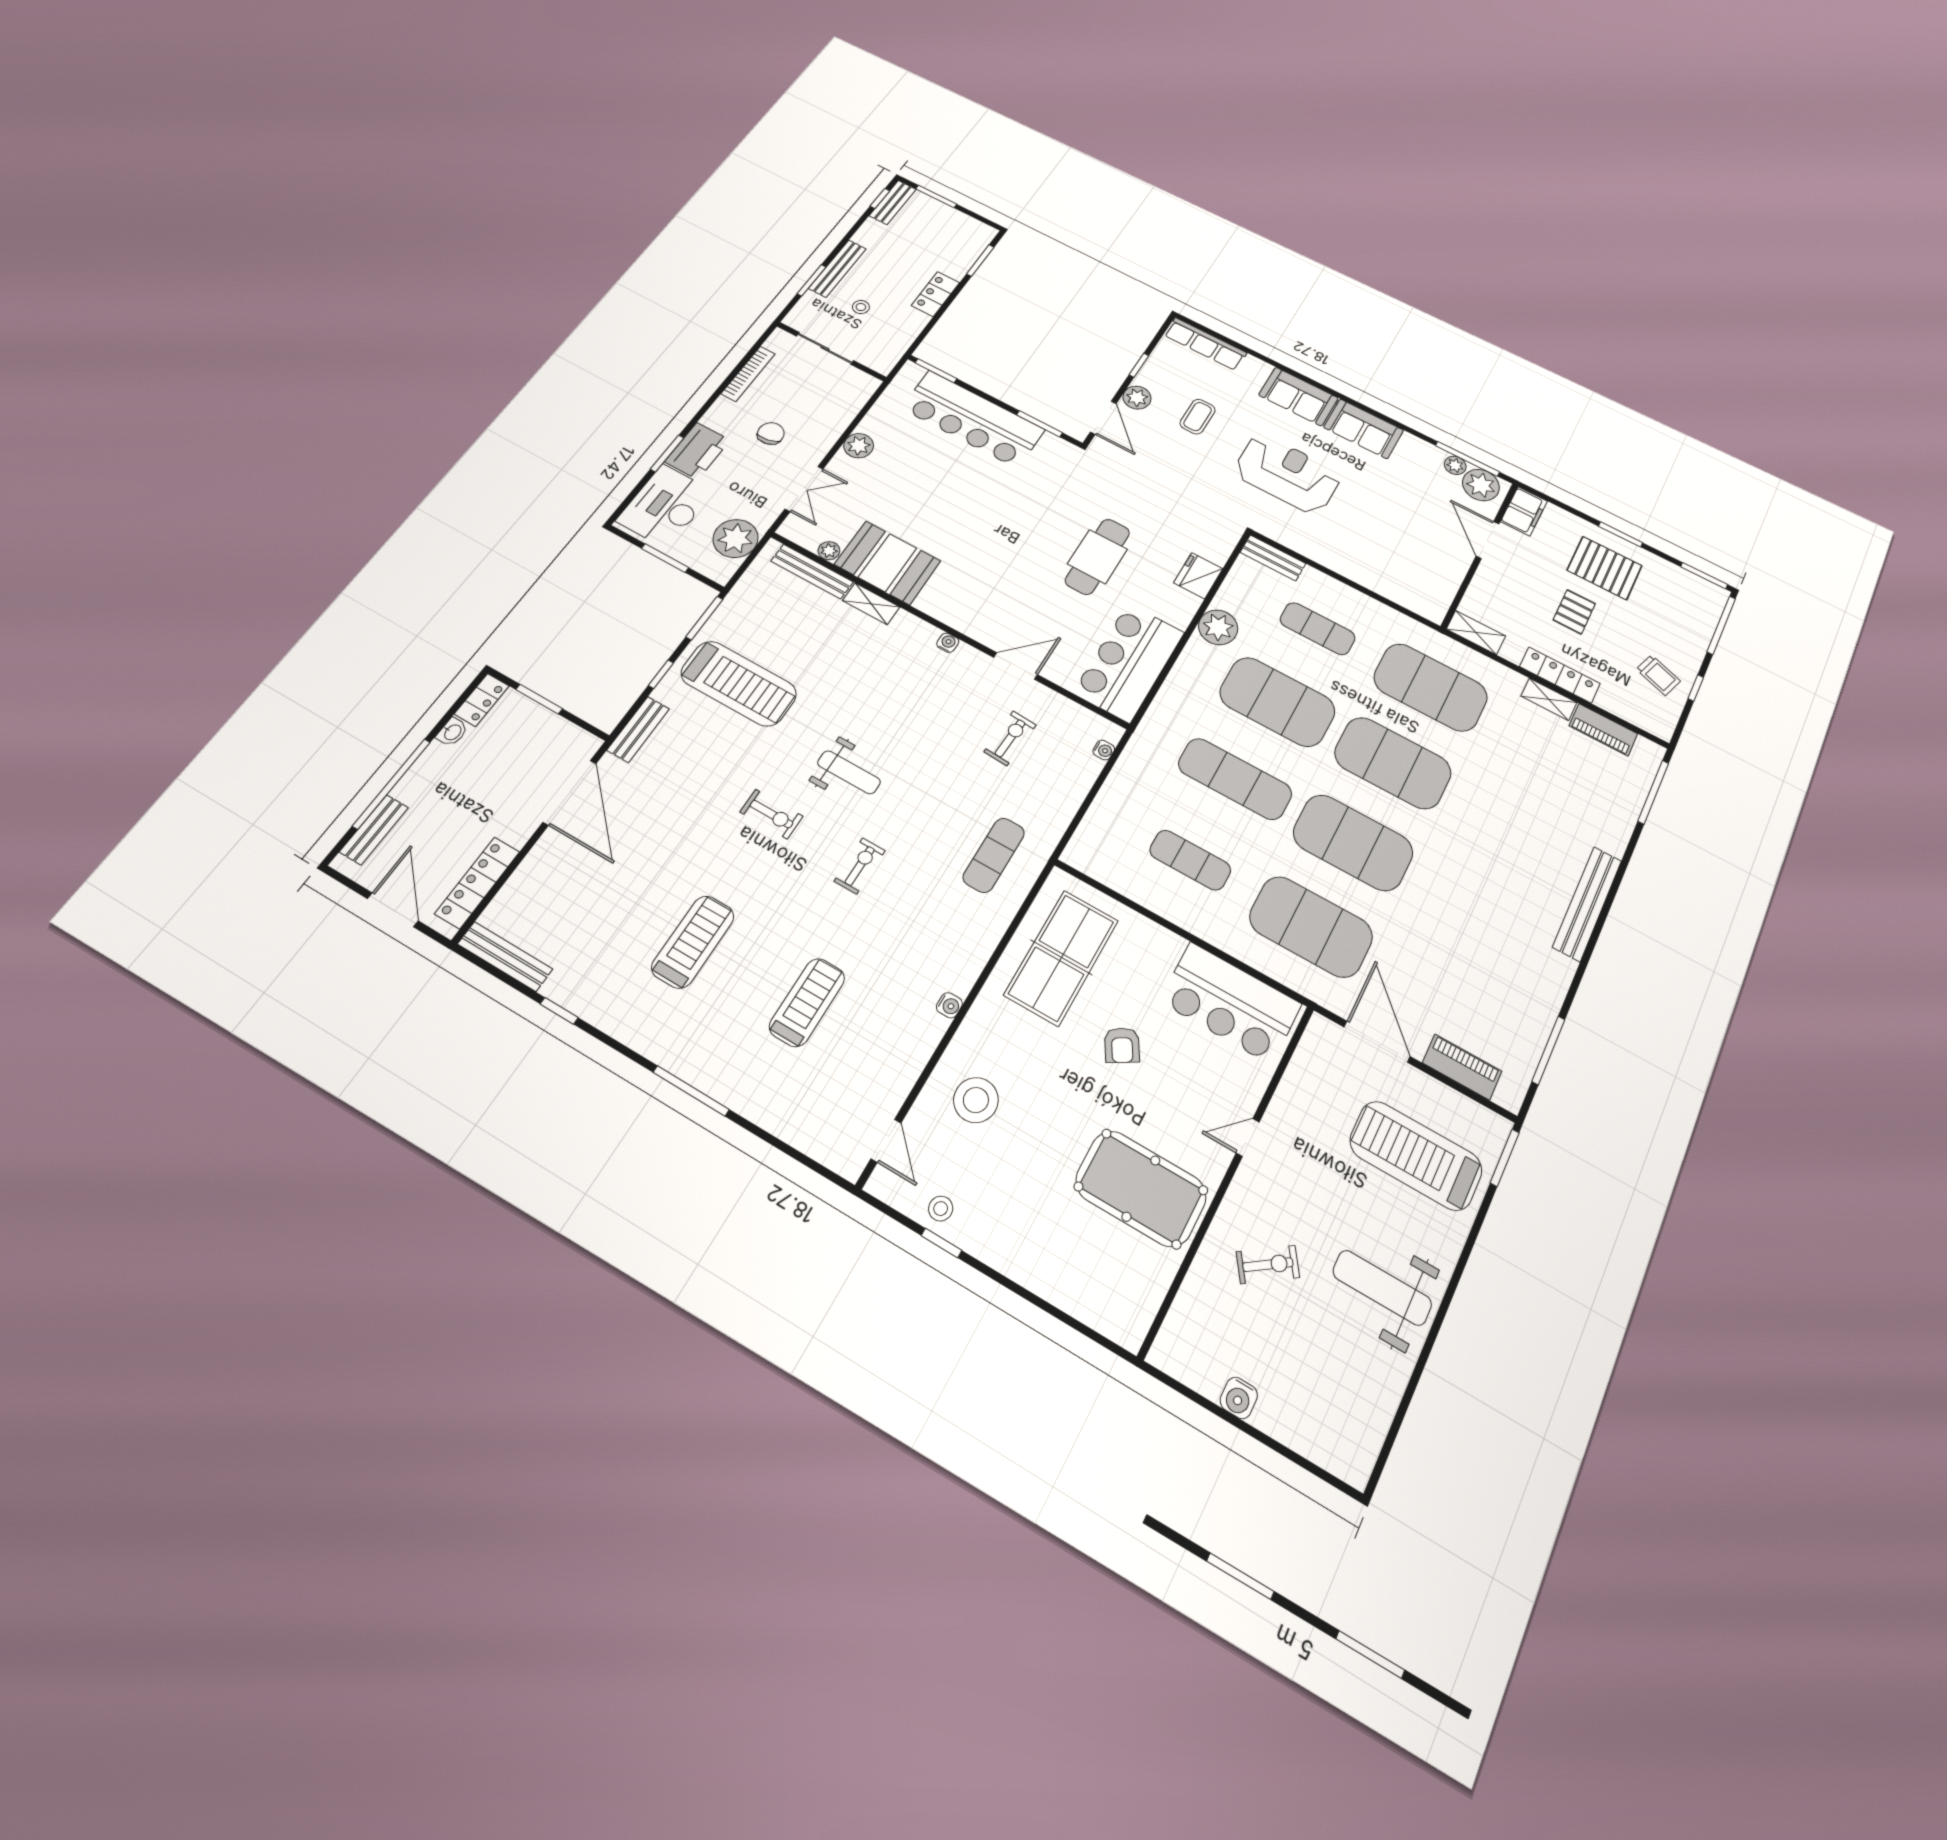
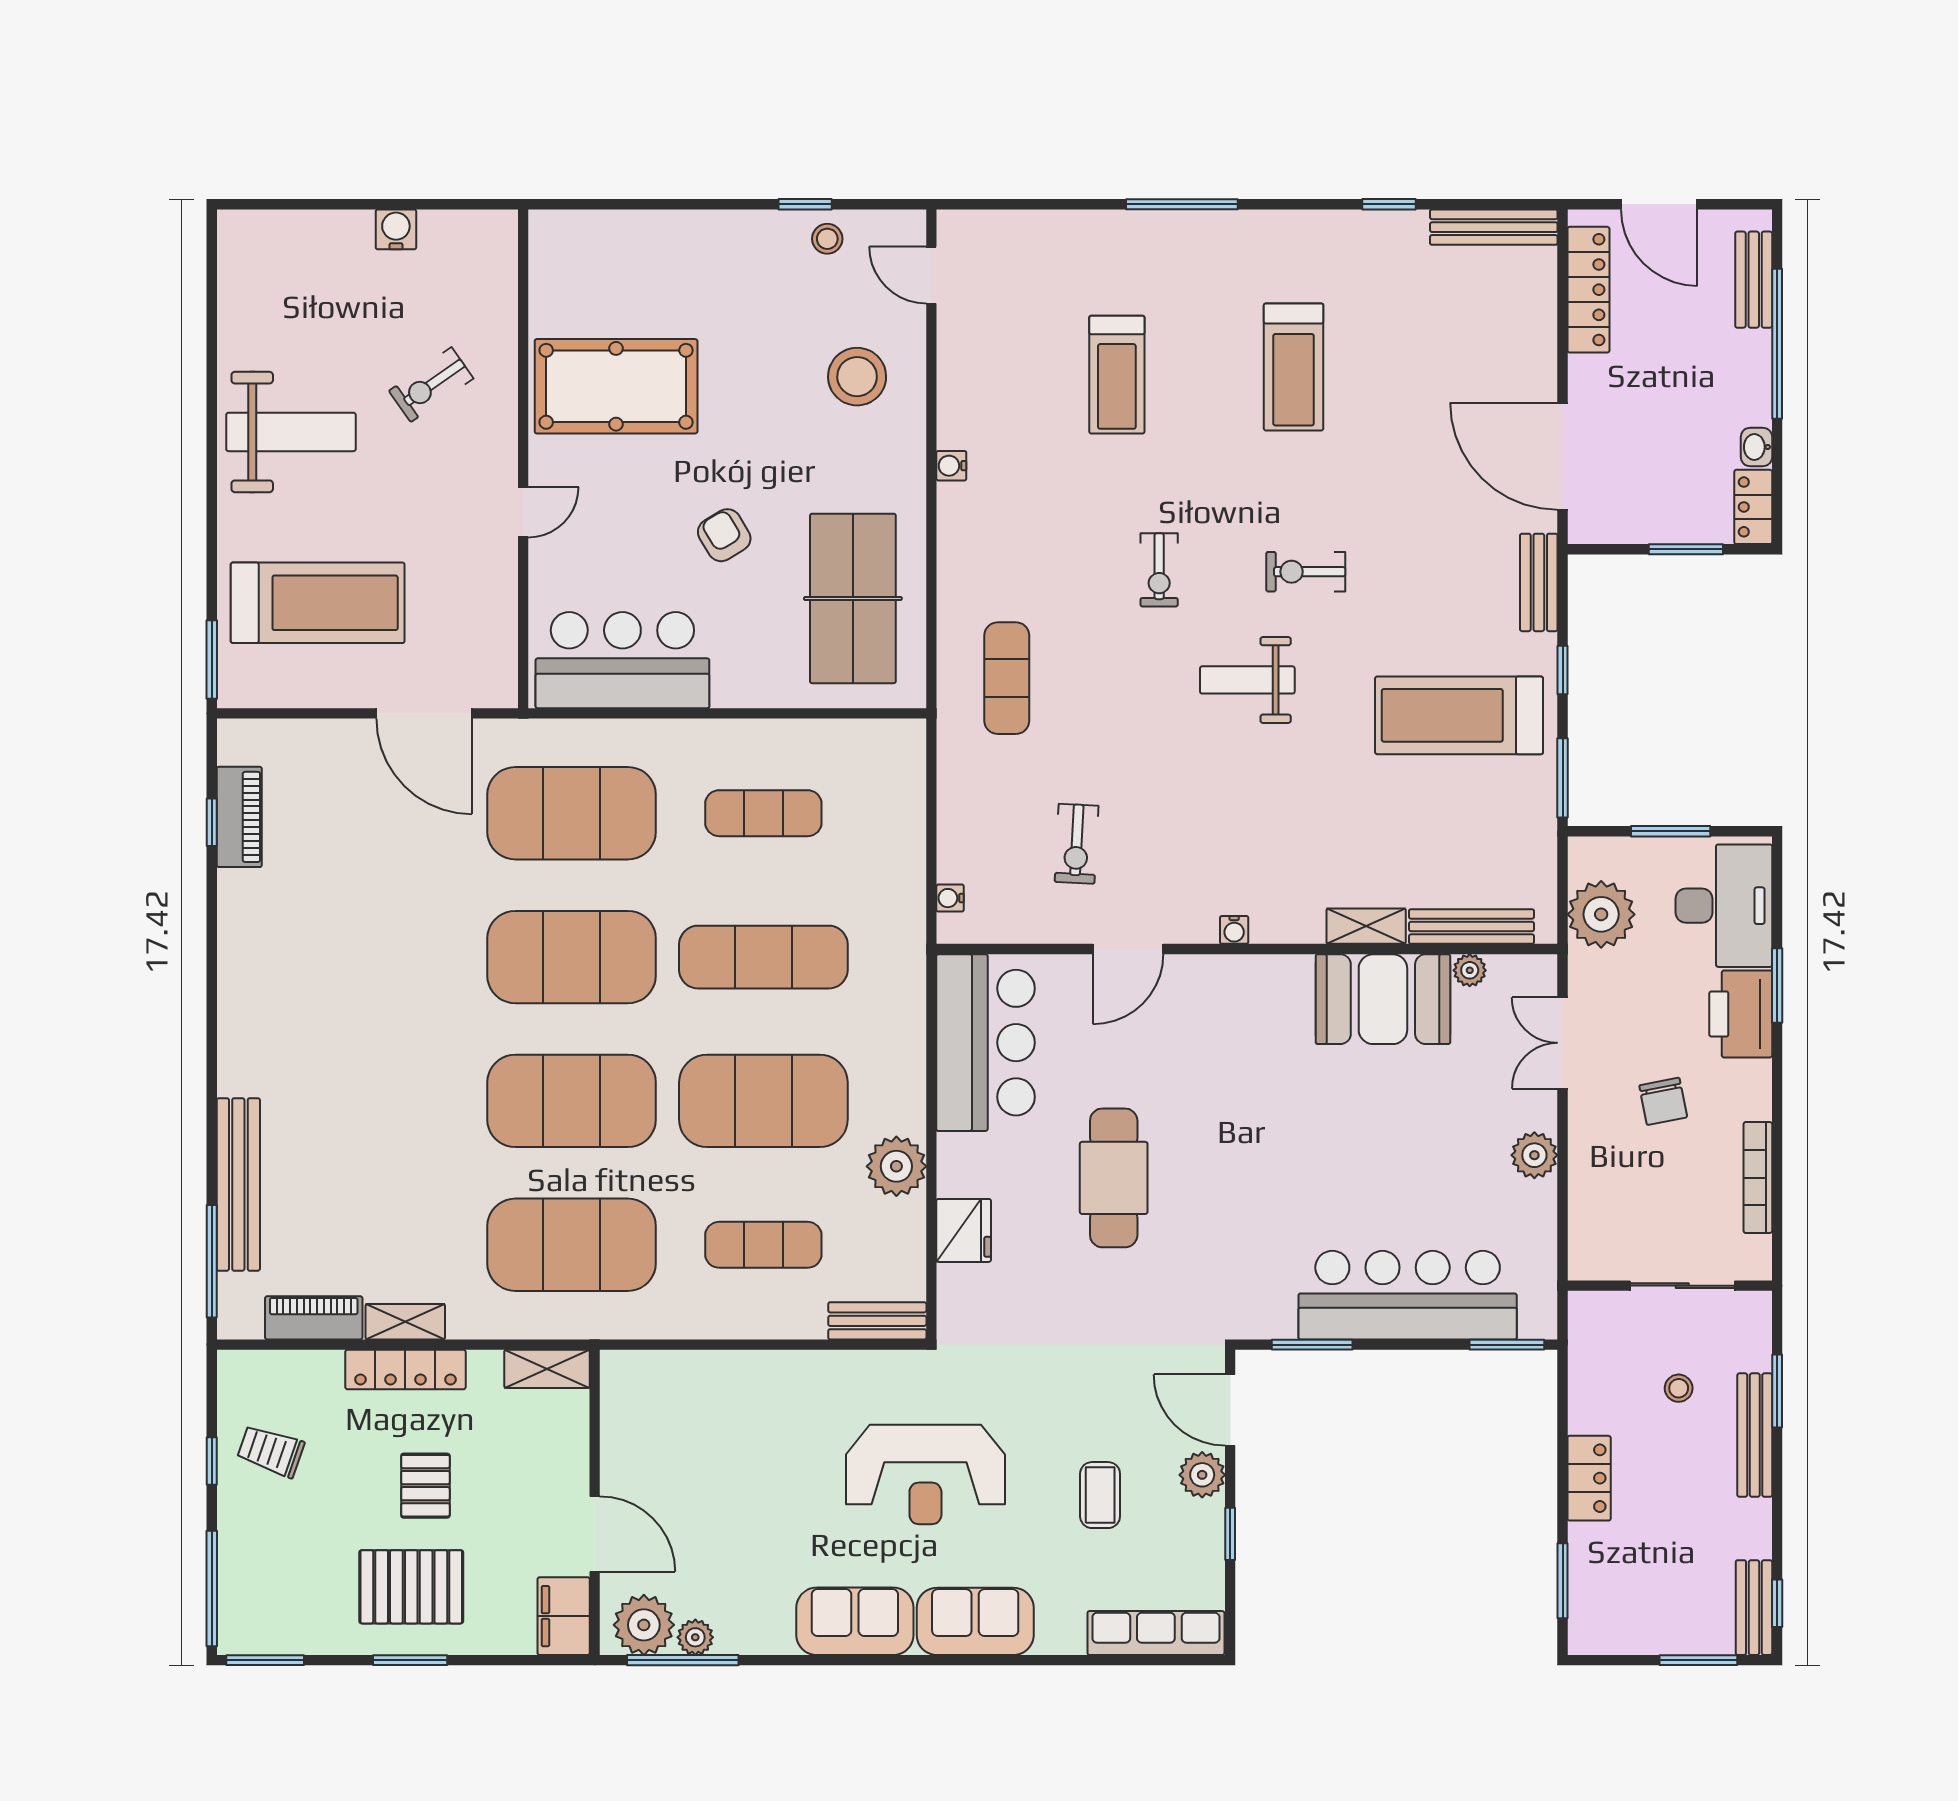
bench: (1587, 904) -> (238, 1184), moved
window: (1548, 1050) -> (212, 822), width x0.46
piano: (1462, 1067) -> (239, 817), moved, turned -90

